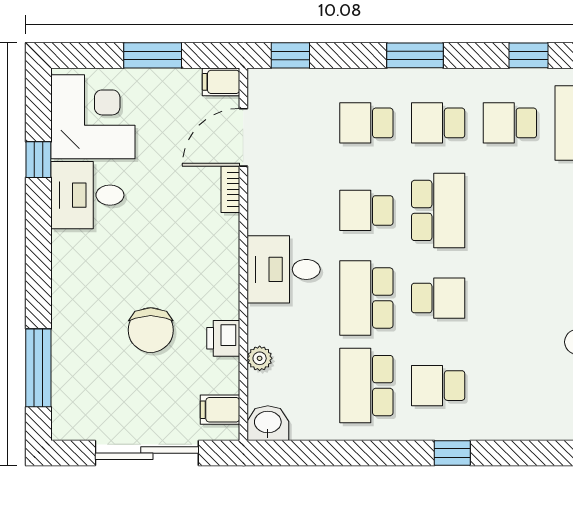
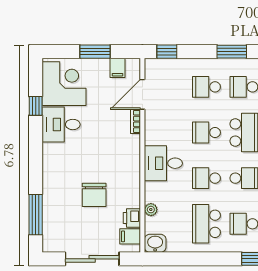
filing cabinet: (221, 82) -> (118, 68), moved, turned -90
school desk: (366, 298) -> (206, 178), width x0.54
printer: (223, 338) -> (132, 218), moved

